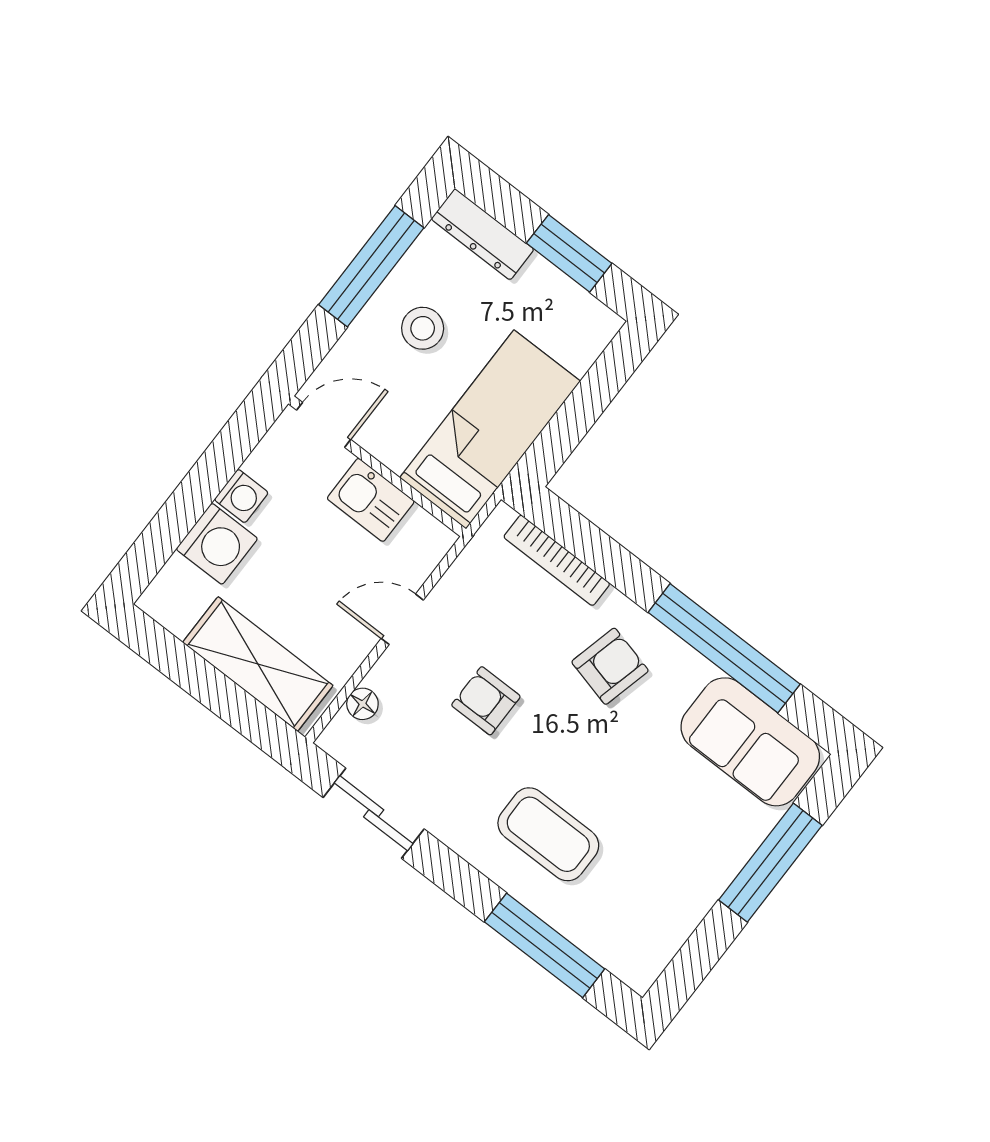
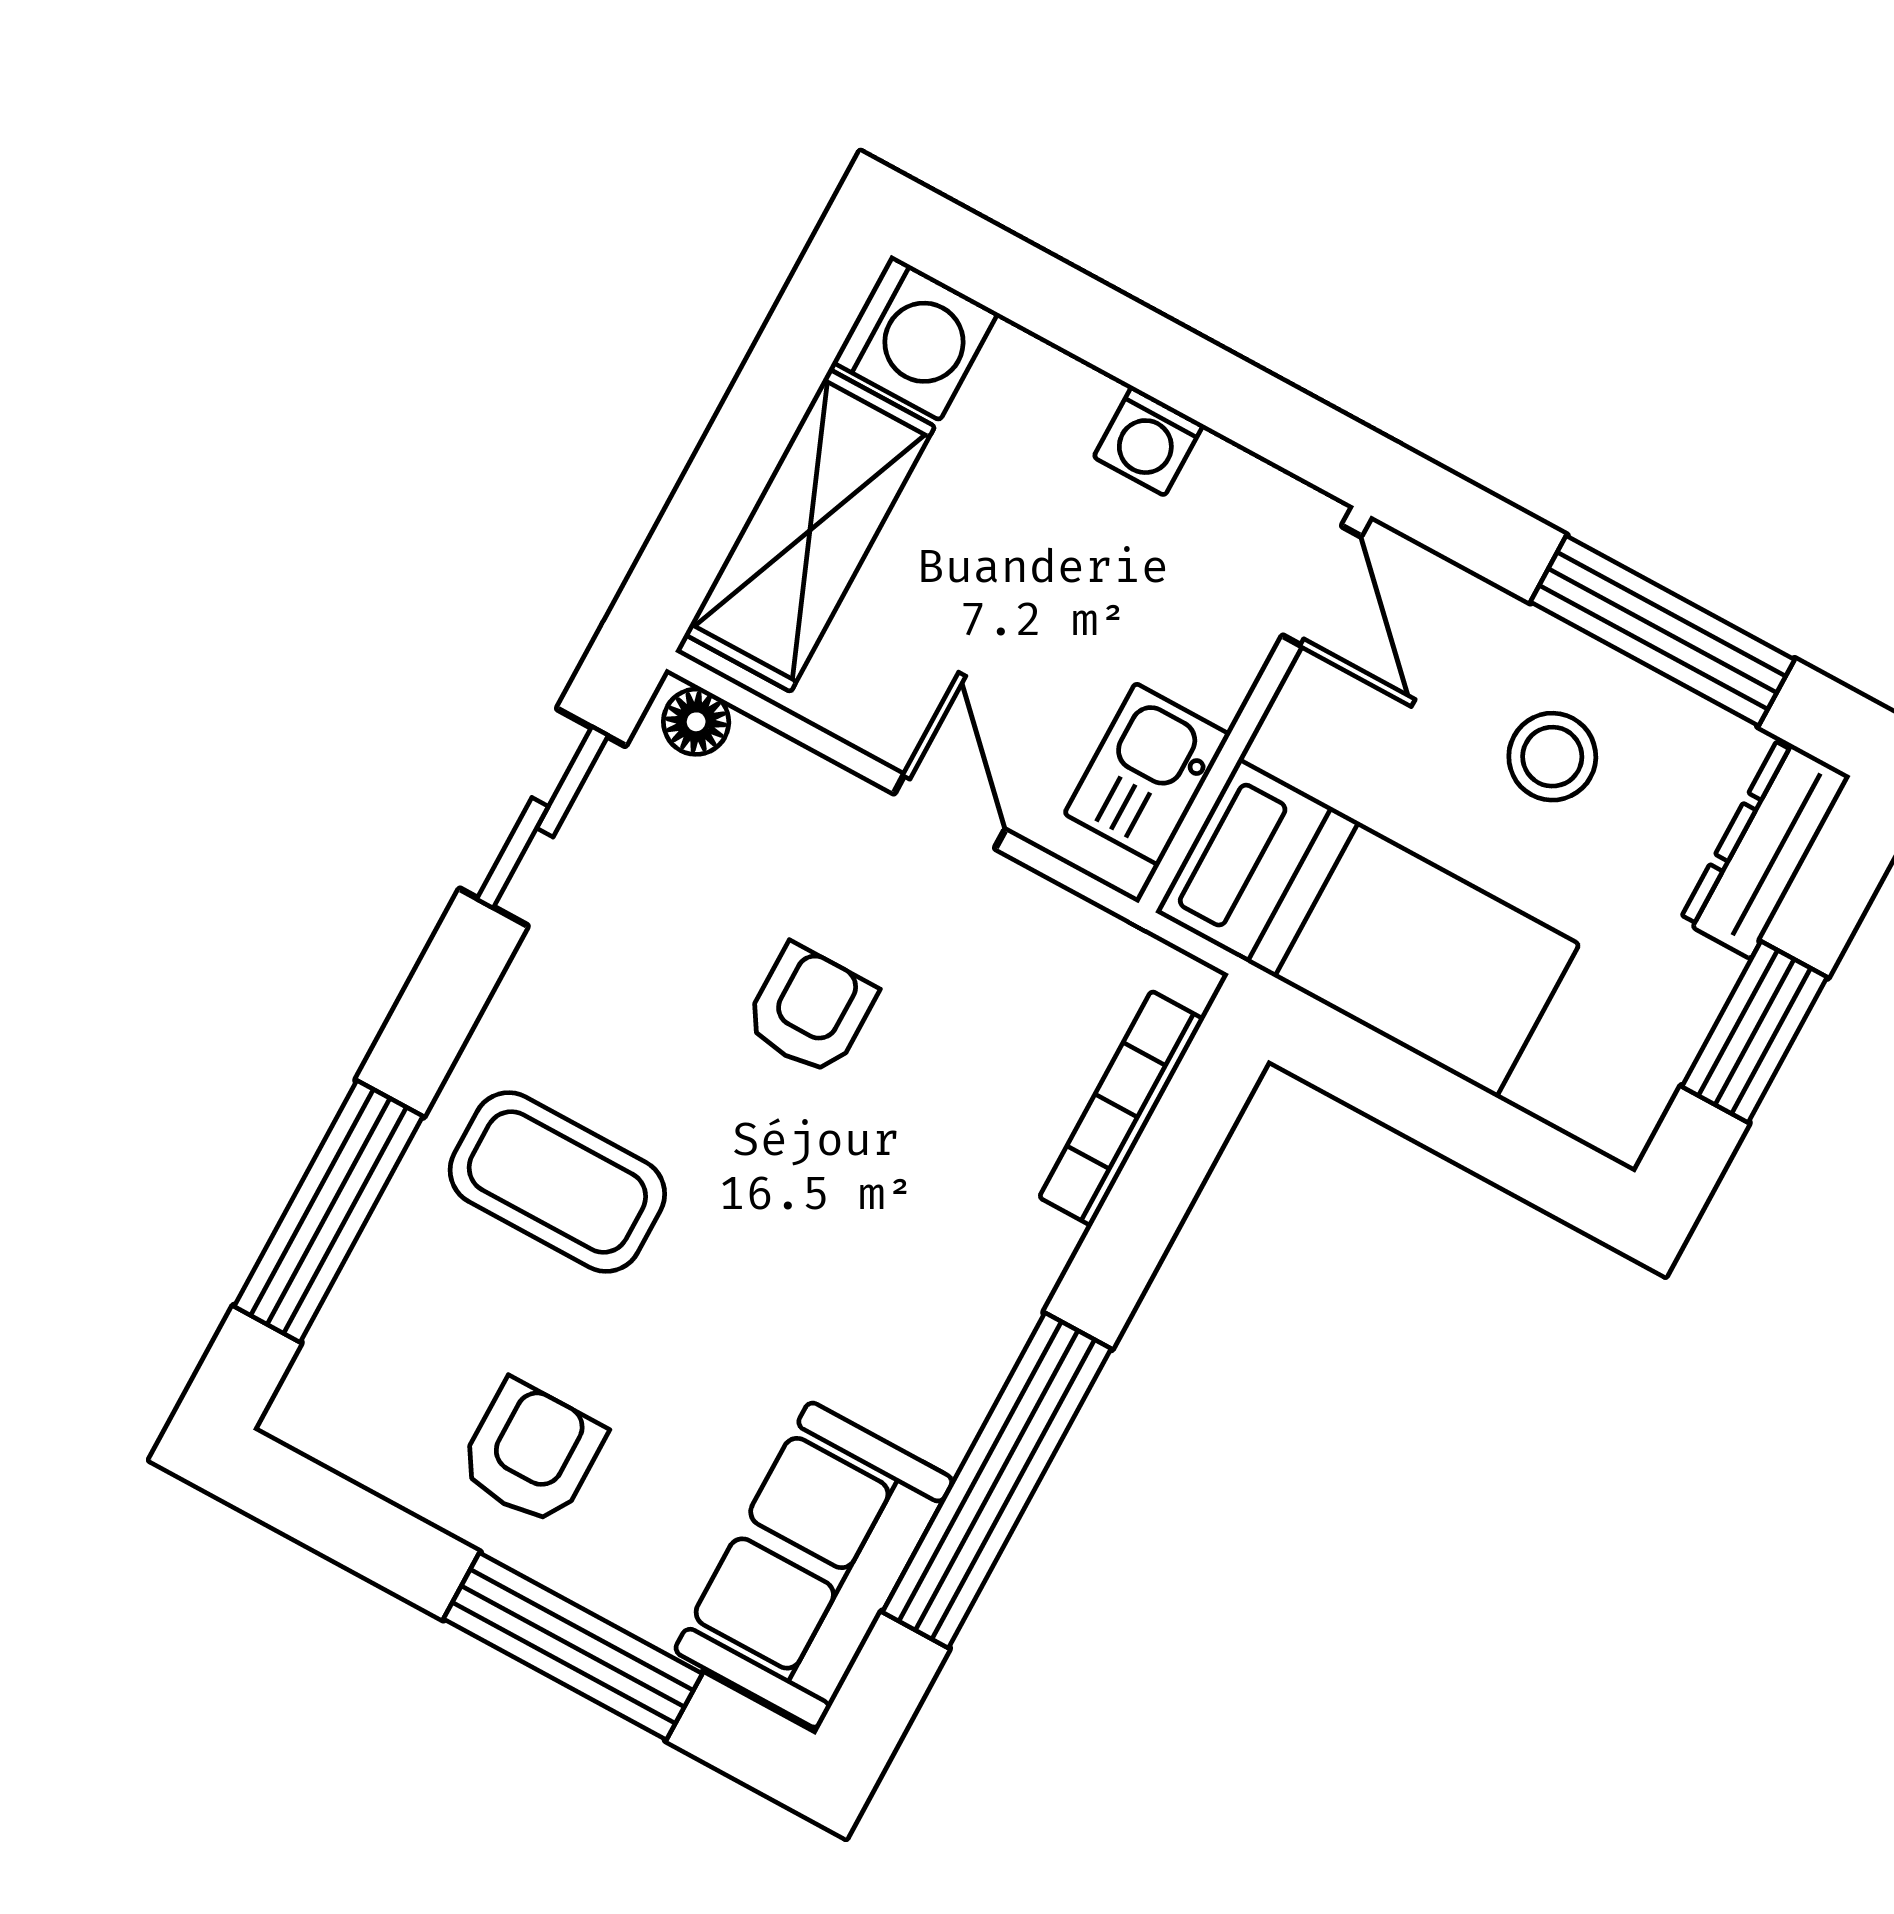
kitchen sink: (371, 500) -> (1147, 774), moved
washing machine: (217, 544) -> (915, 338), moved, turned -90
armchair: (610, 666) -> (532, 1453), moved, turned -104
floor lamp: (362, 704) -> (696, 722), moved
coffee table: (548, 834) -> (557, 1182), turned 90

